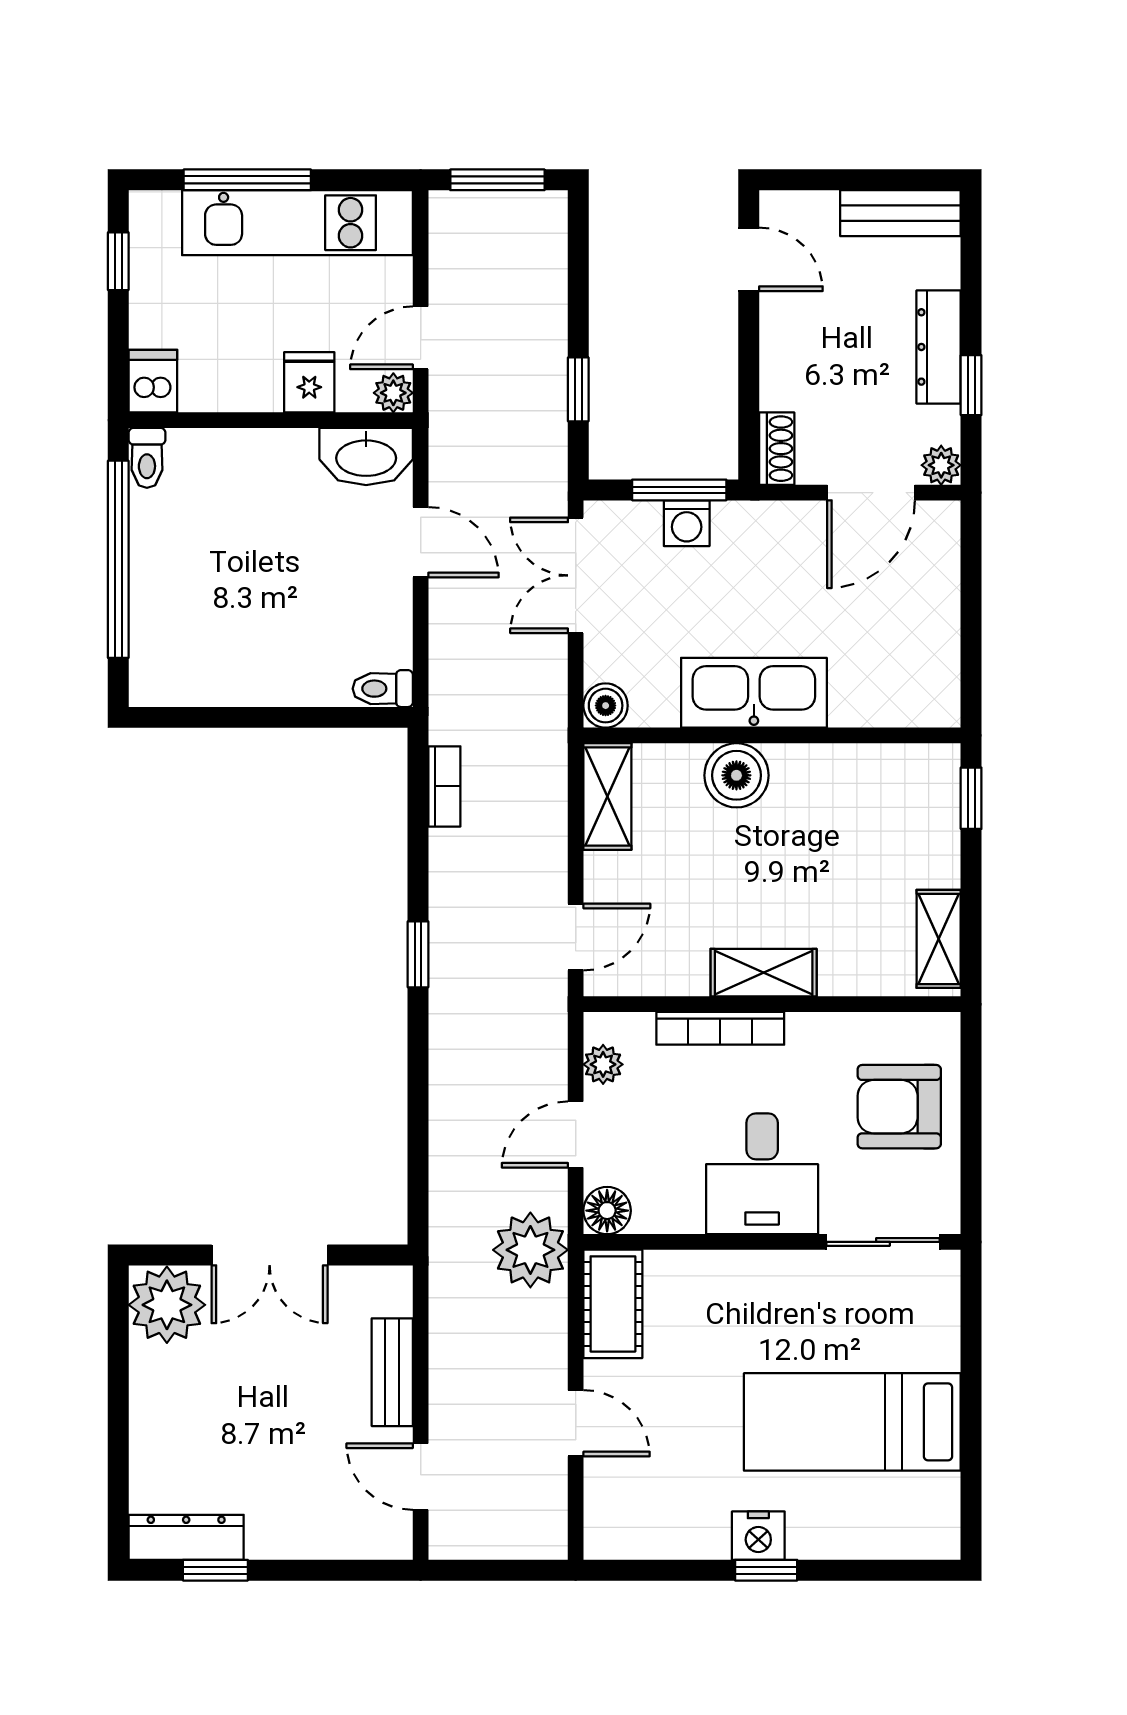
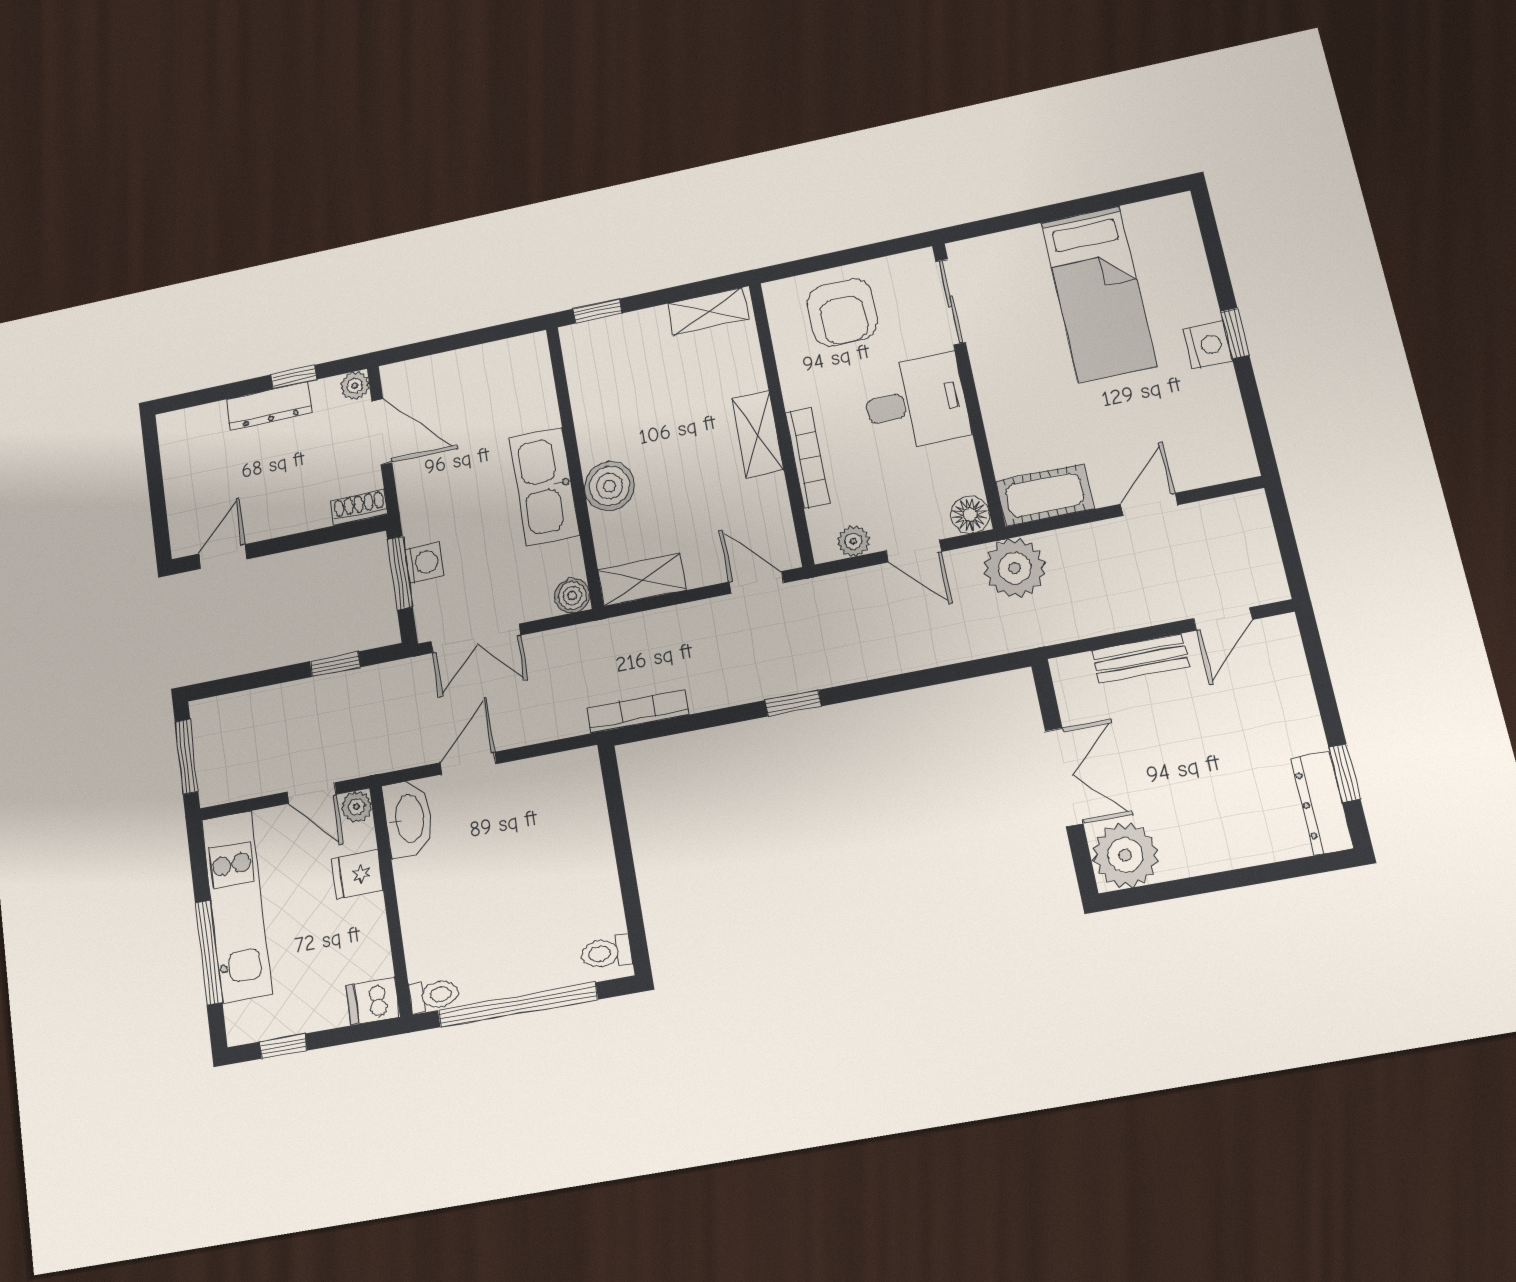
bench: (900, 213) -> (176, 454), removed
toilet: (383, 689) -> (606, 953), moved, turned 90
bookcase: (444, 786) -> (638, 711), width x1.56

